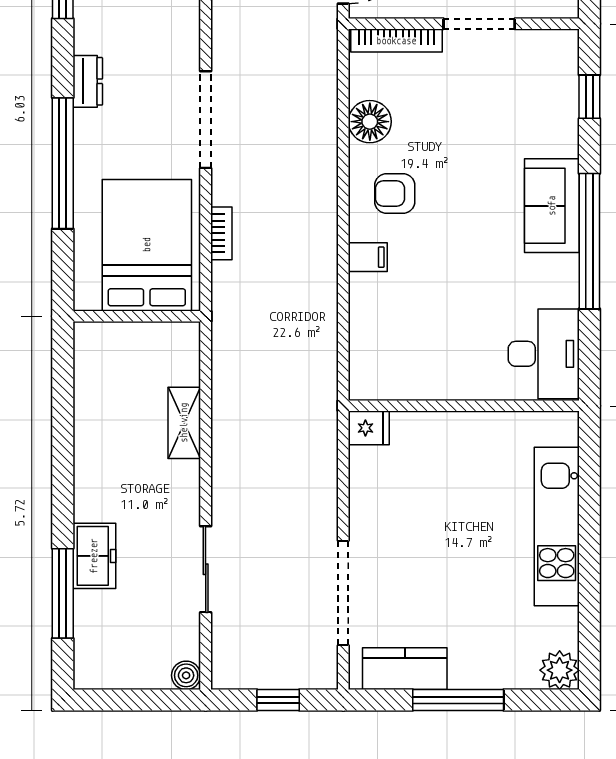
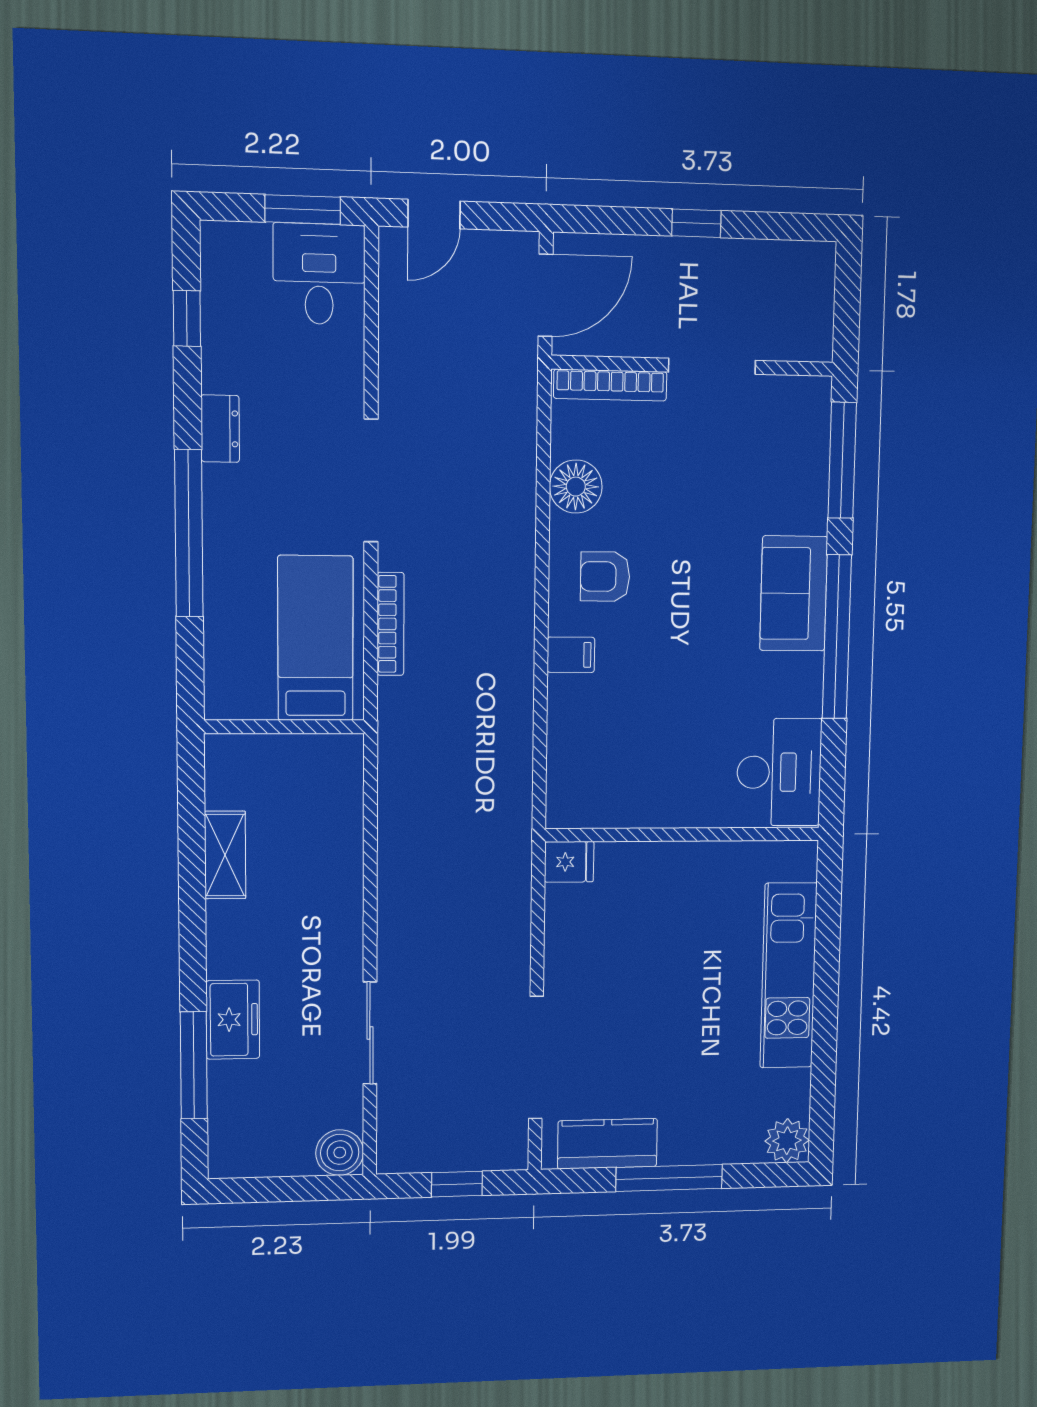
window: (589, 97) -> (842, 460), width x2.17
bookcase: (221, 233) -> (390, 624), width x1.56
bed: (147, 245) -> (315, 638), width x0.67
shelving: (184, 423) -> (225, 855), moved
boiler: (186, 675) -> (340, 1153), width x1.36, depth x1.36

